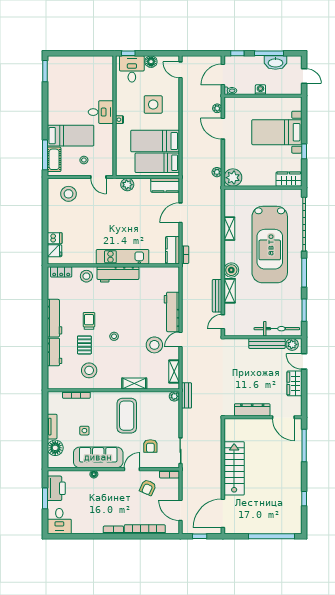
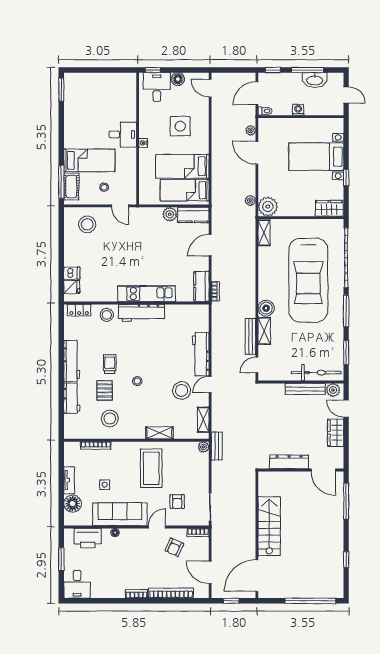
plant: (127, 185) -> (170, 214), moved
shelving: (229, 229) -> (264, 233), moved
printer: (56, 488) -> (88, 538), moved, turned 90

